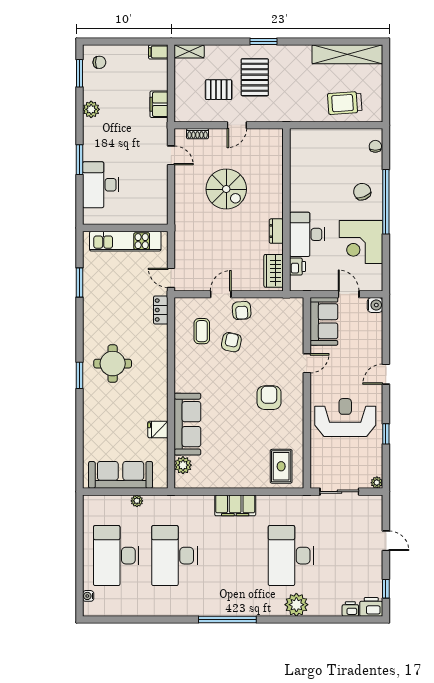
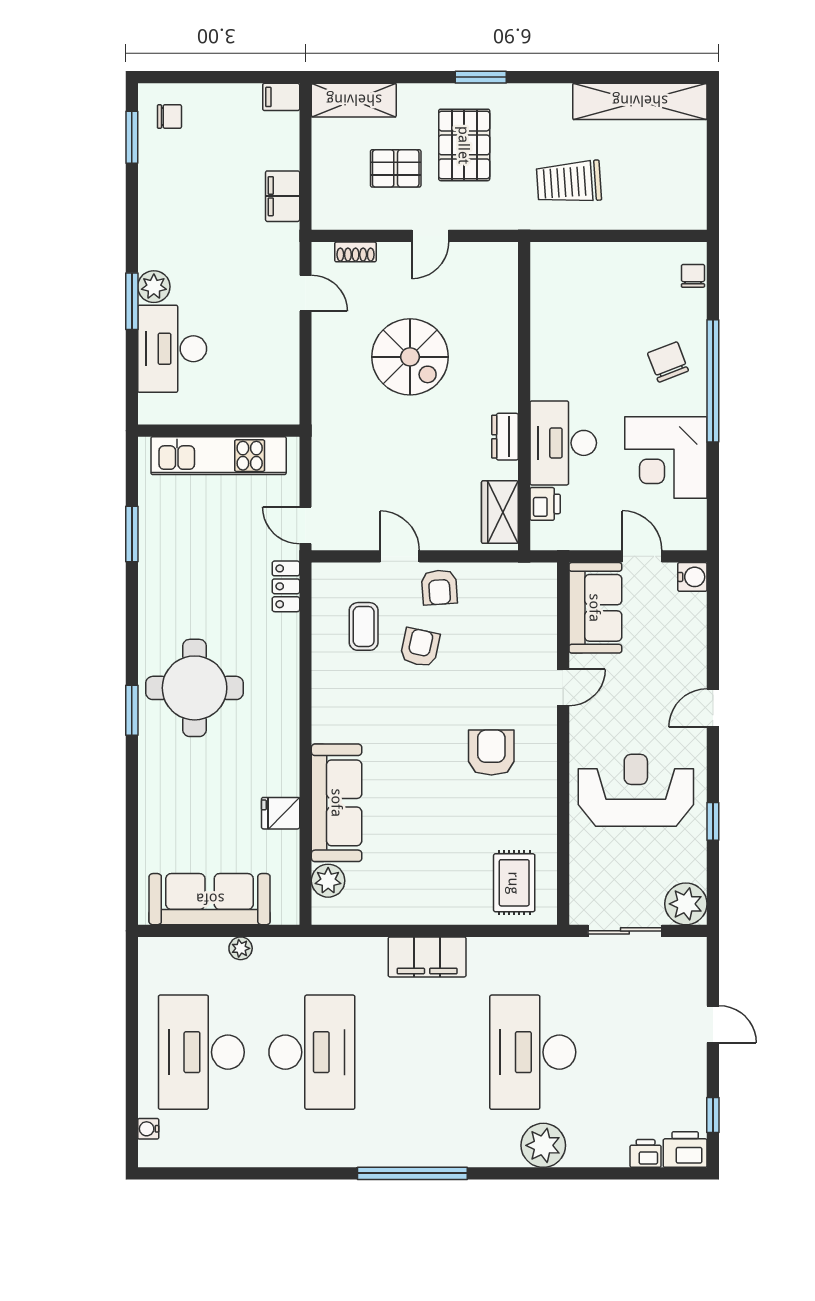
shelving: (189, 51) -> (354, 100), width x1.50, depth x1.33
trolley: (345, 103) -> (569, 182), moved
plant: (91, 109) -> (154, 287), moved
door: (221, 294) -> (400, 556), hinge flipped
round table: (113, 364) -> (195, 688), width x1.36, depth x1.36
plant: (377, 483) -> (686, 904), width x1.88, depth x1.88
desk: (174, 556) -> (312, 1052), turned 180

